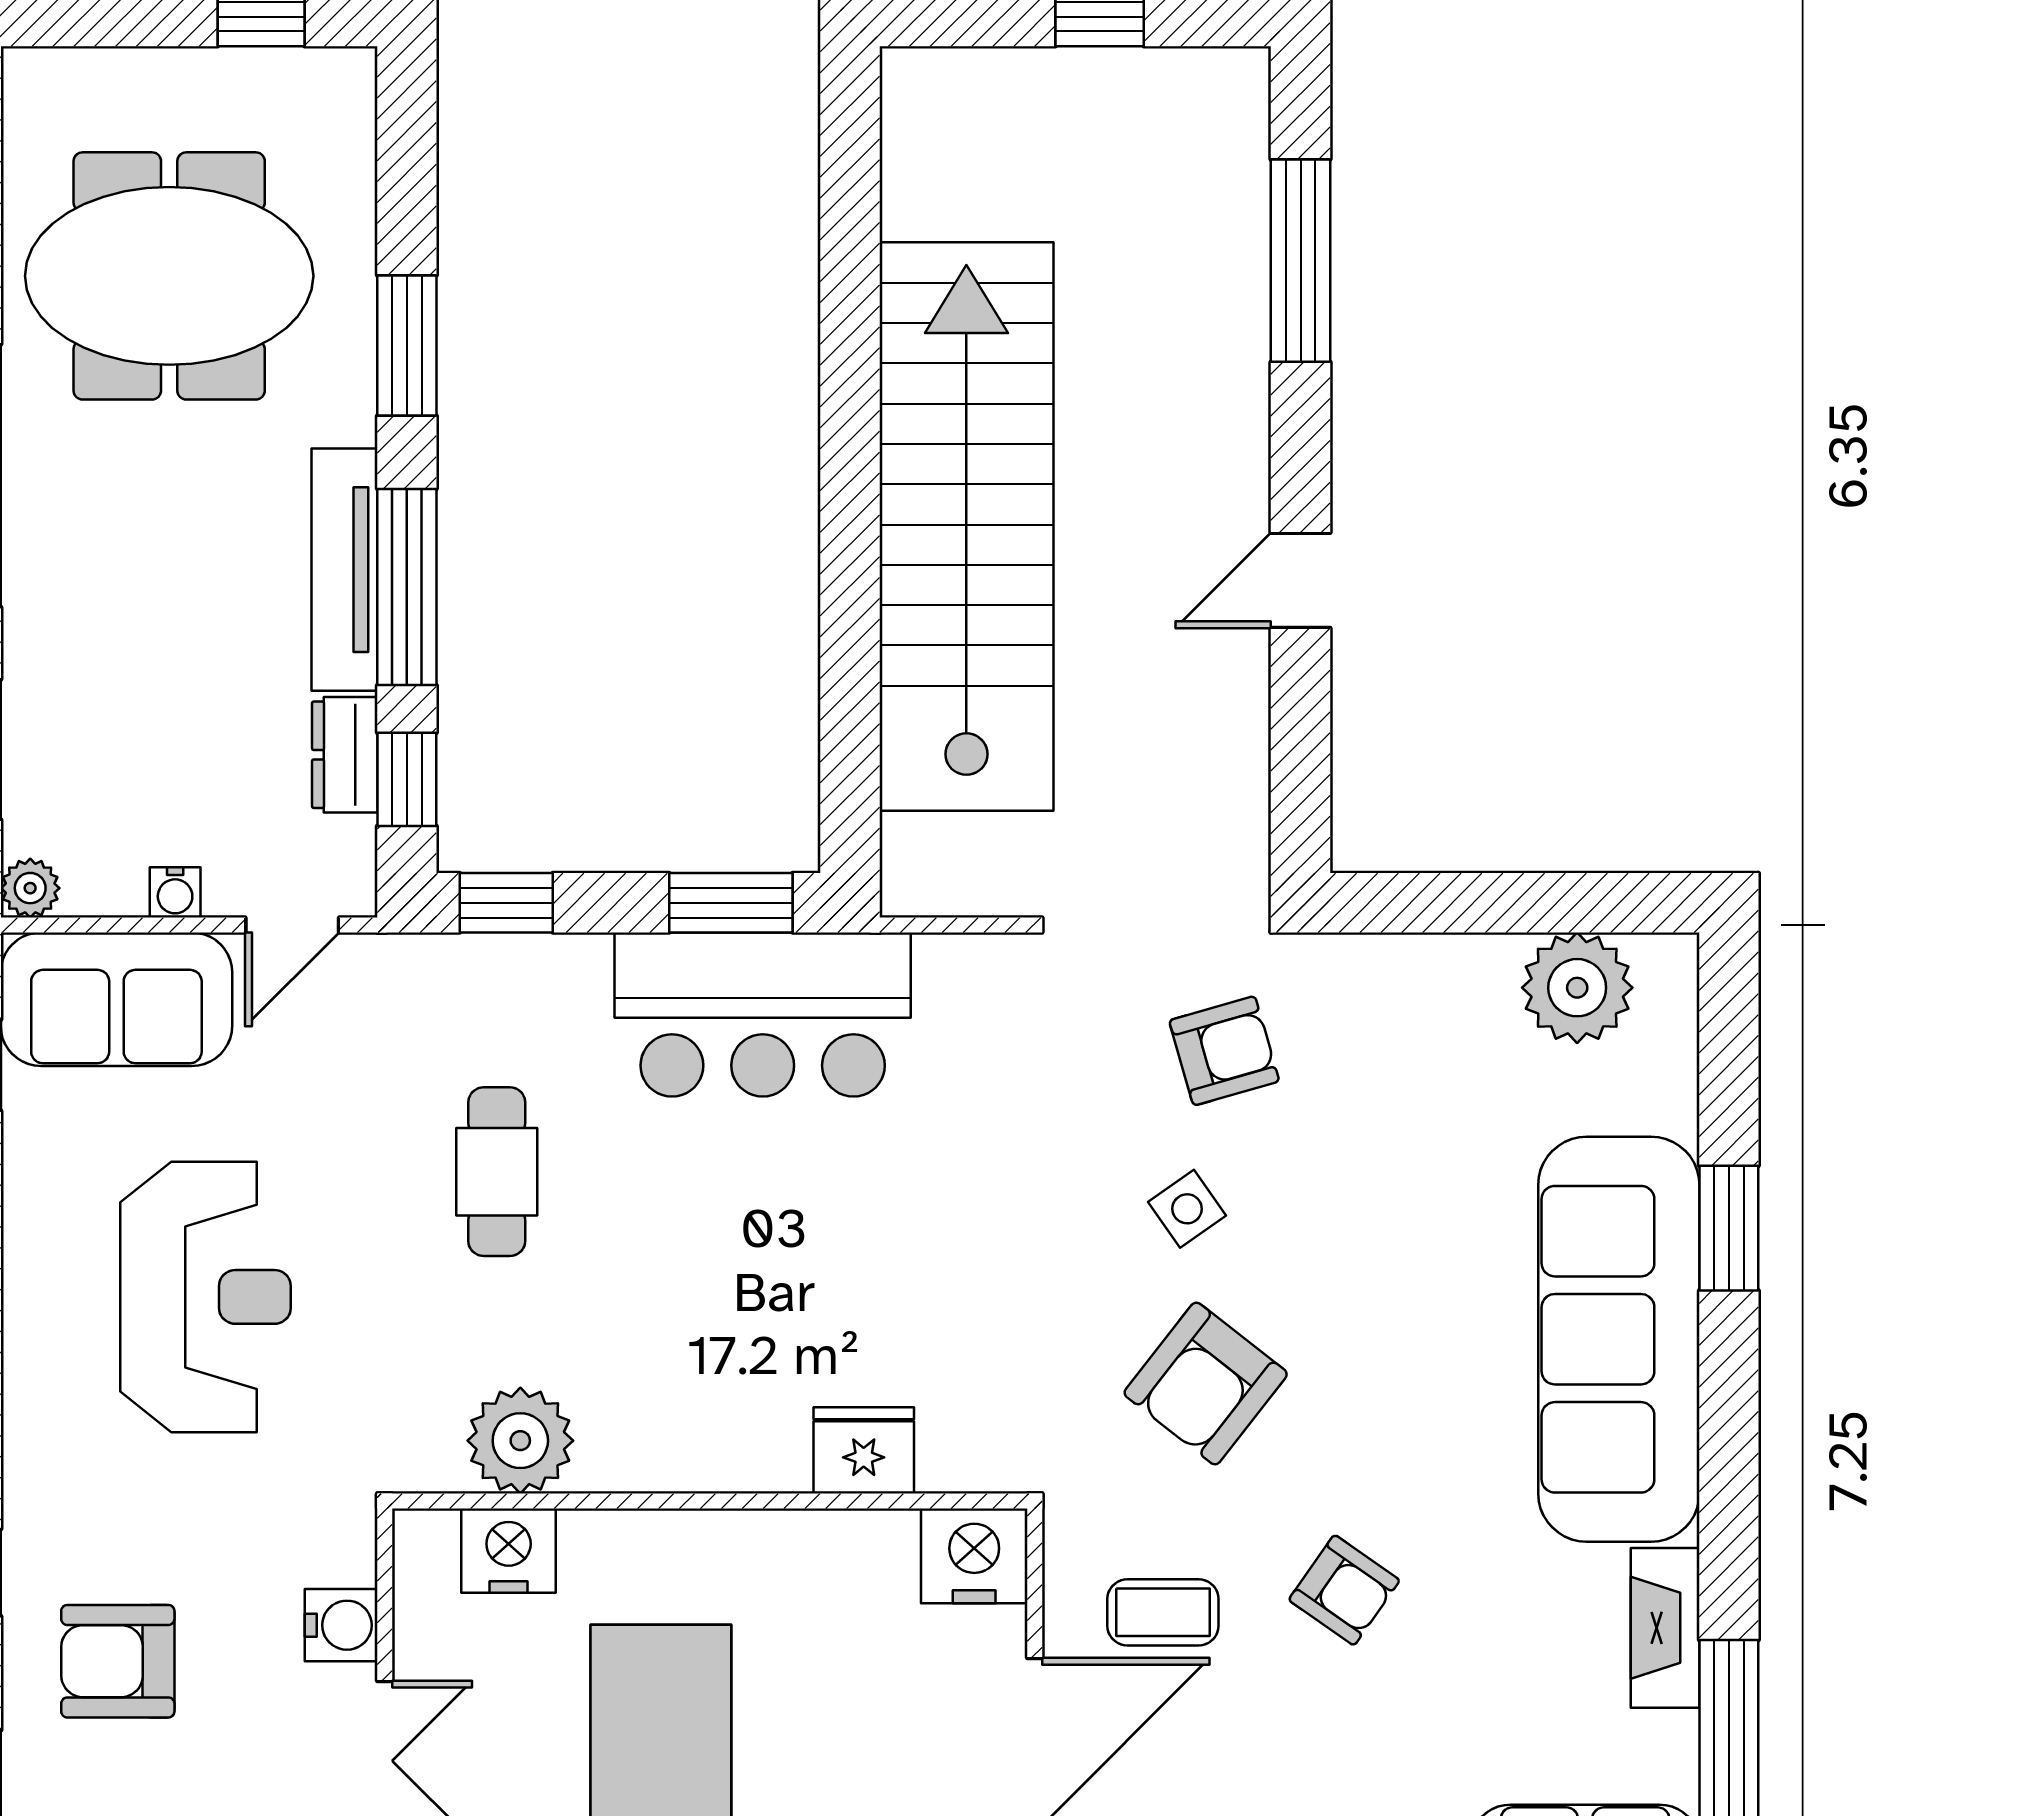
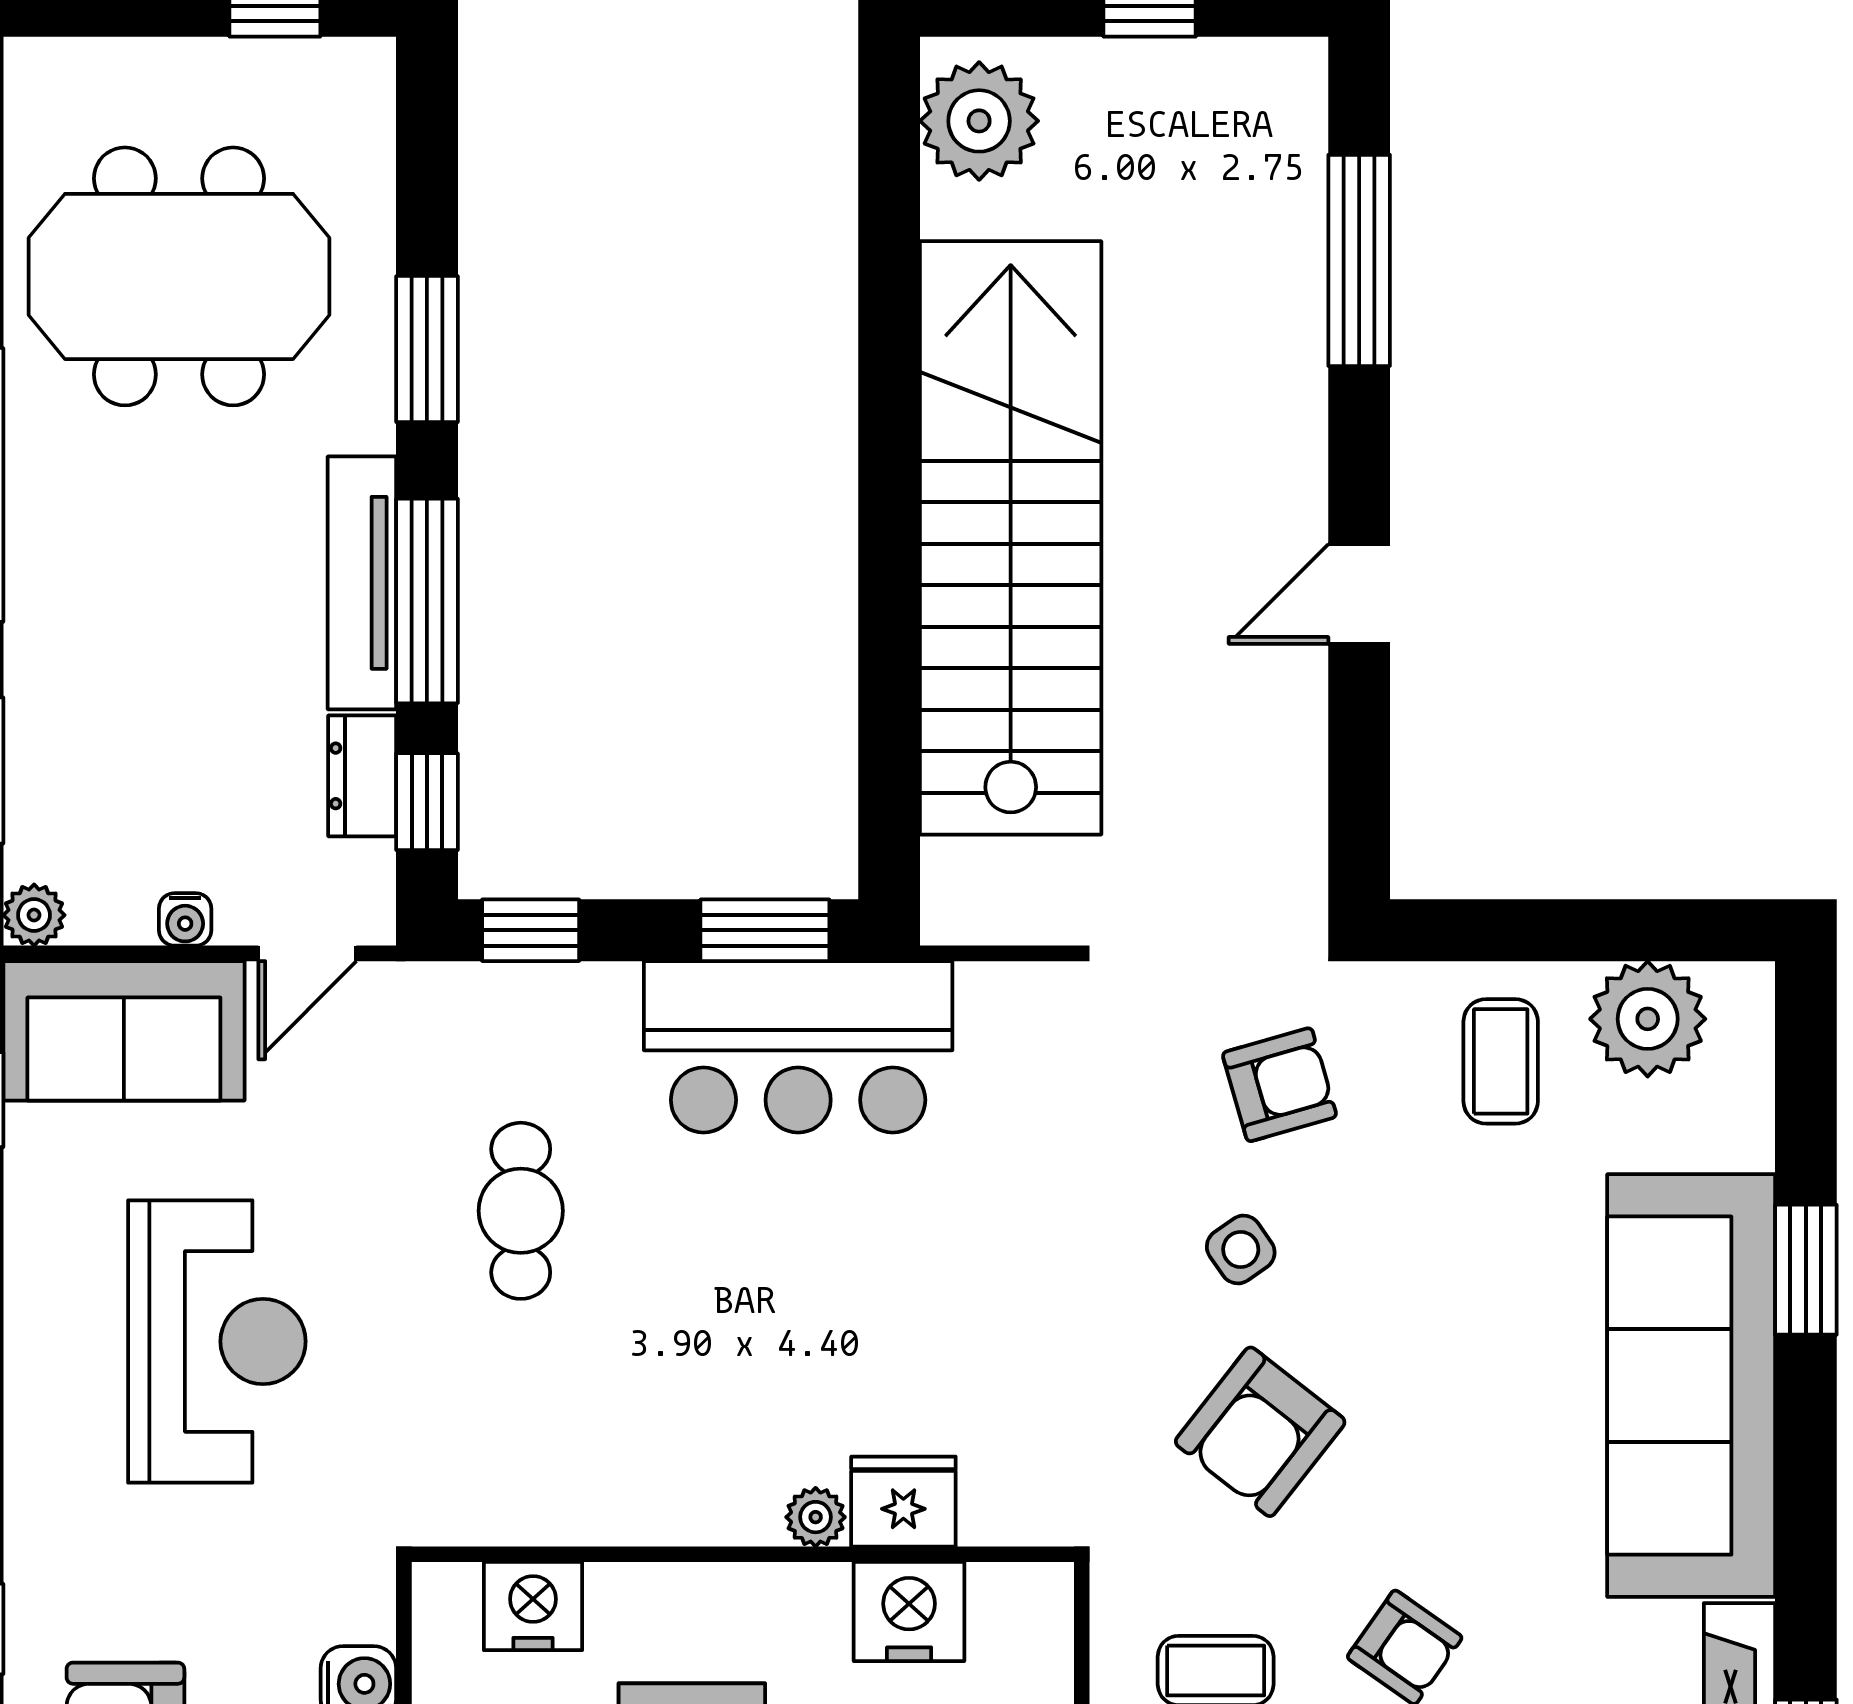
plant: (936, 127) -> (979, 121), added
coffee table: (1436, 1028) -> (1501, 1061), added
plant: (520, 1441) -> (816, 1517), moved, width x0.53, depth x0.53
nightstand: (974, 1556) -> (909, 1612), moved

